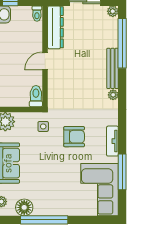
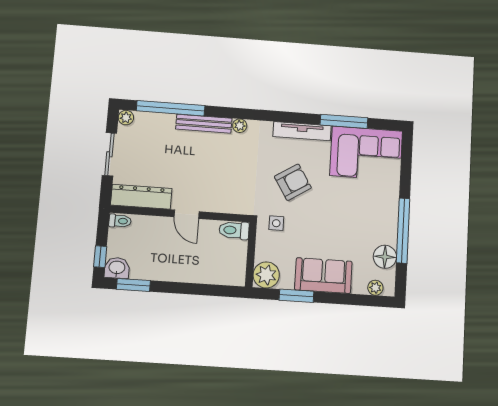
armchair: (74, 137) -> (293, 182), turned 58
tv unit: (112, 141) -> (302, 131), width x1.41

